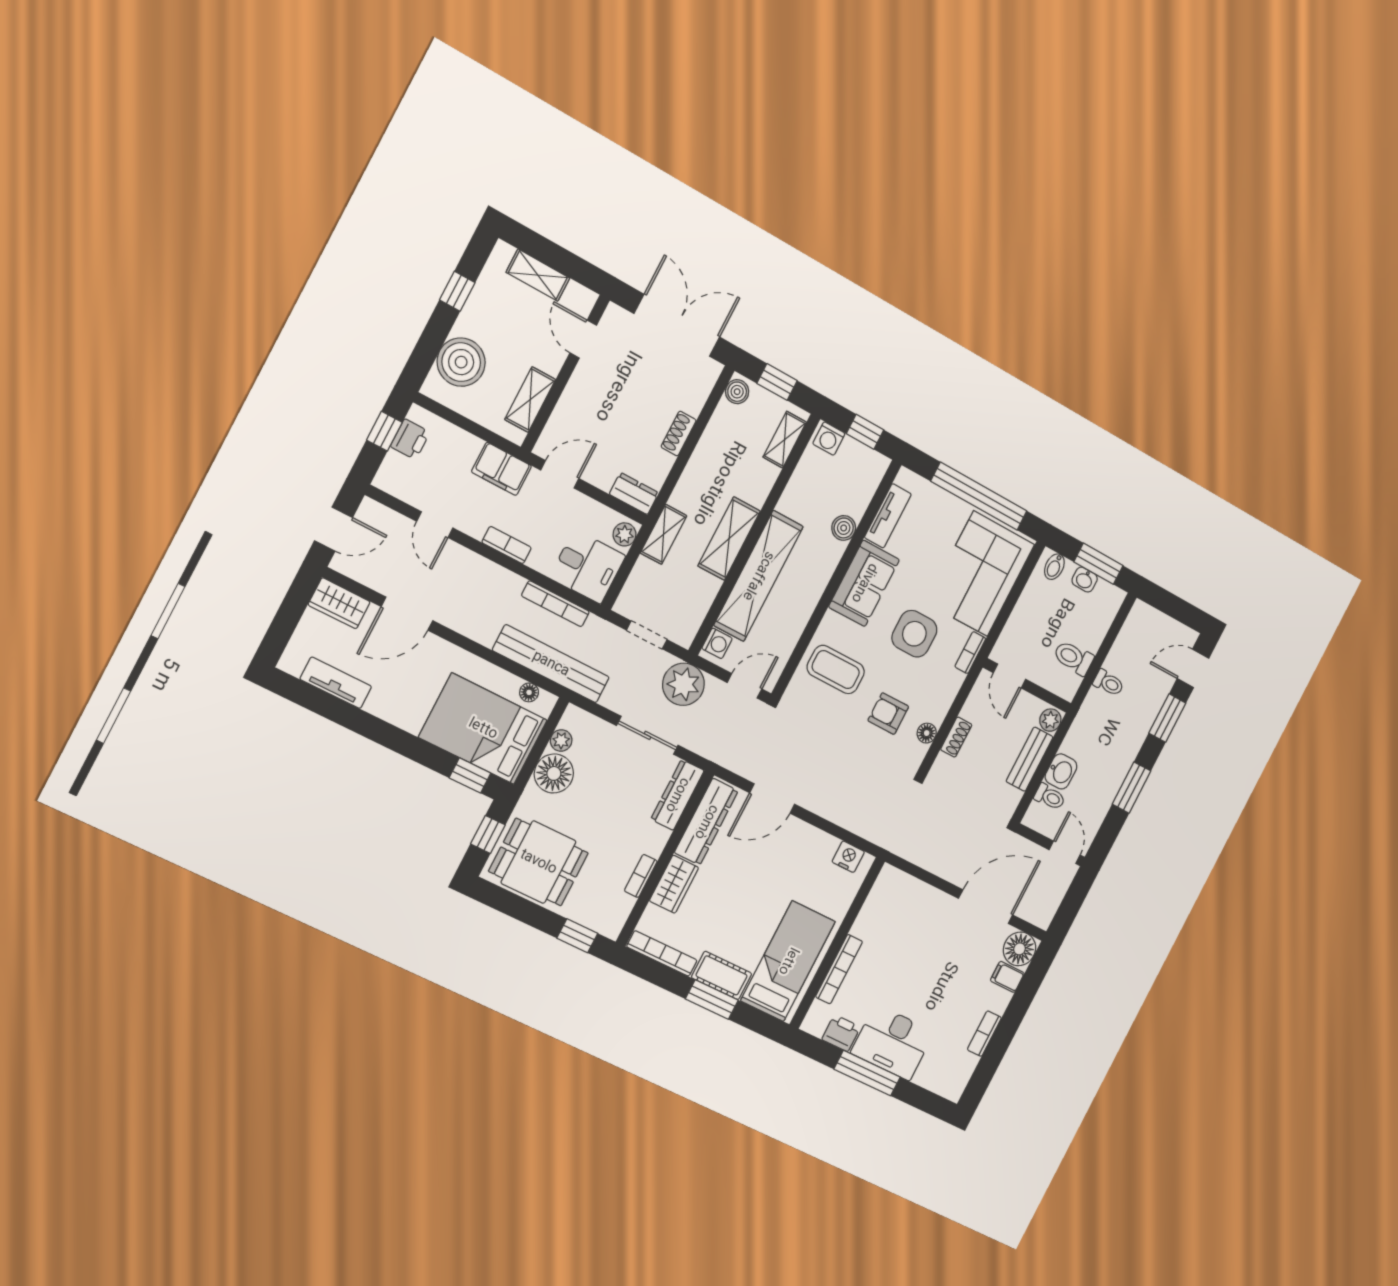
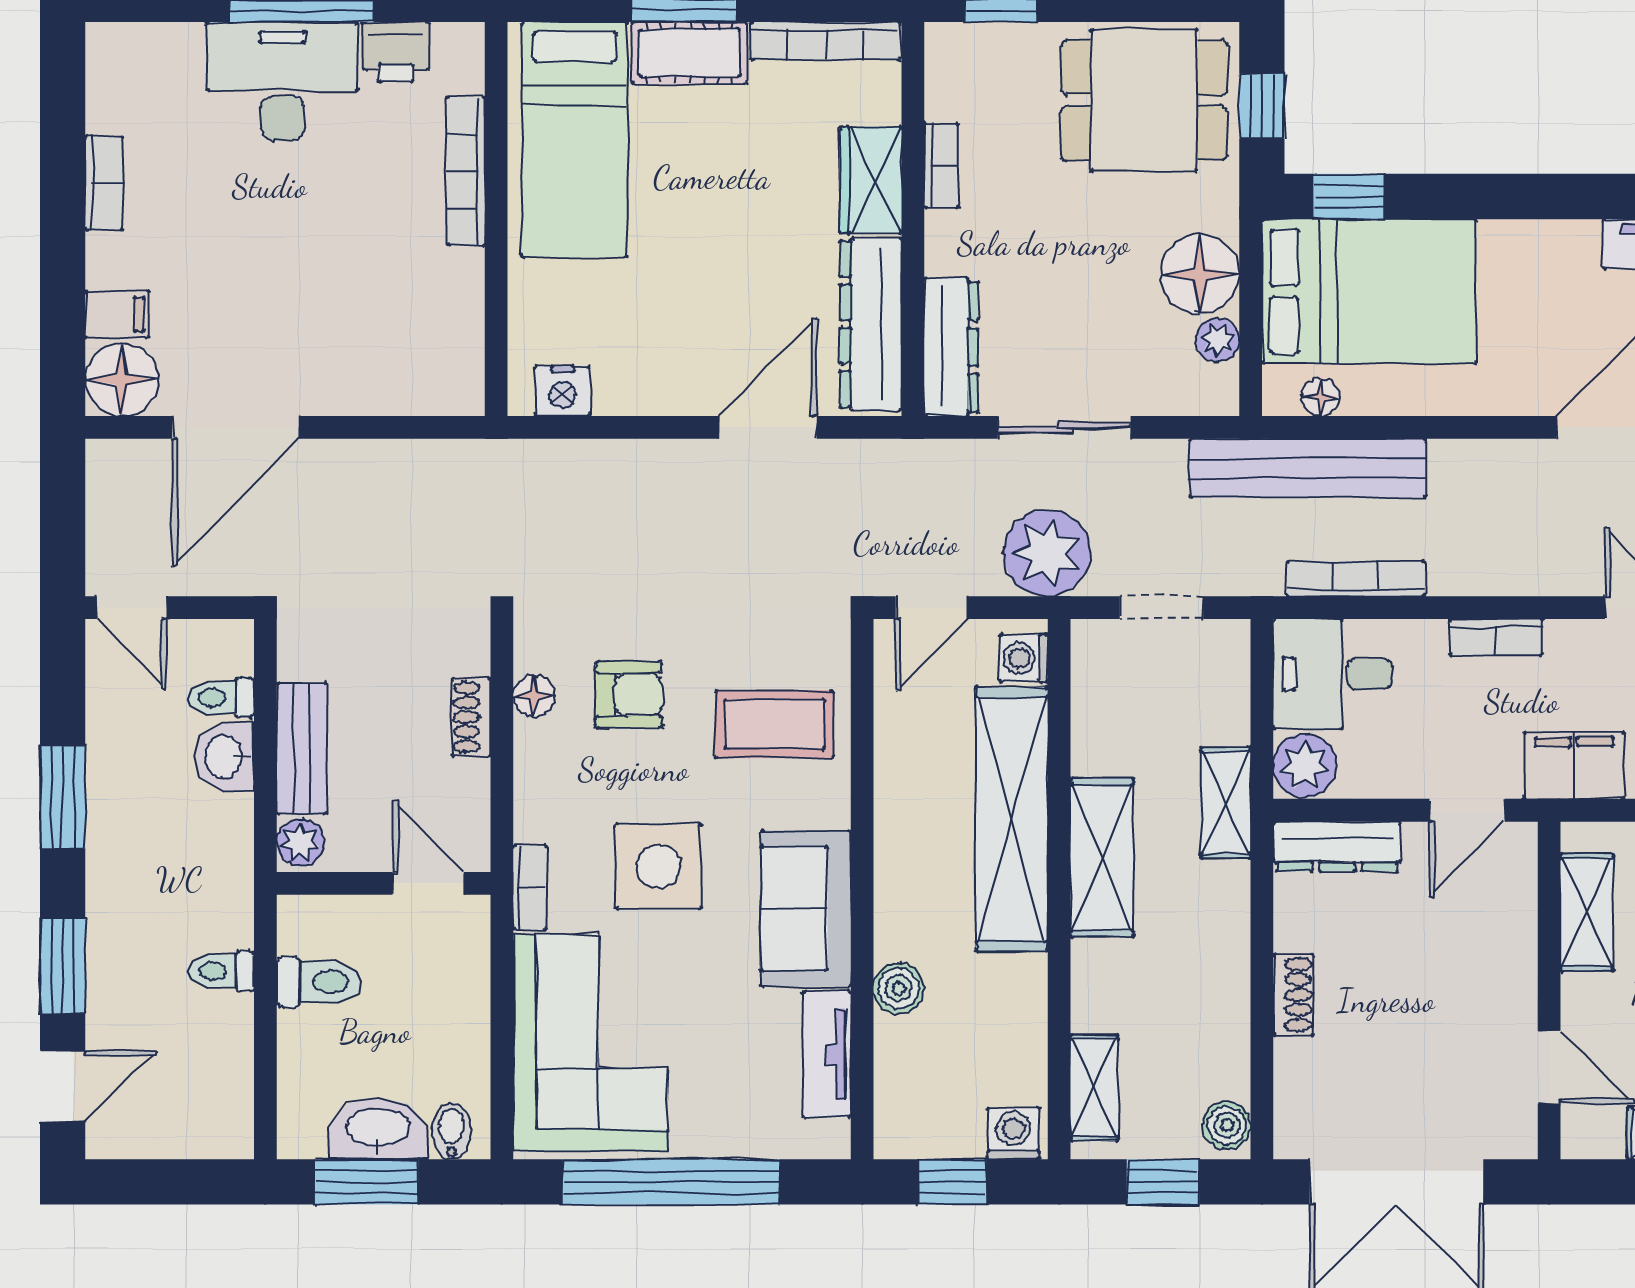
dresser: (634, 494) -> (1337, 846), width x1.44
plant: (625, 534) -> (1305, 765), width x1.38, depth x1.38
washbasin: (1085, 580) -> (378, 1129), width x1.91, depth x1.45

